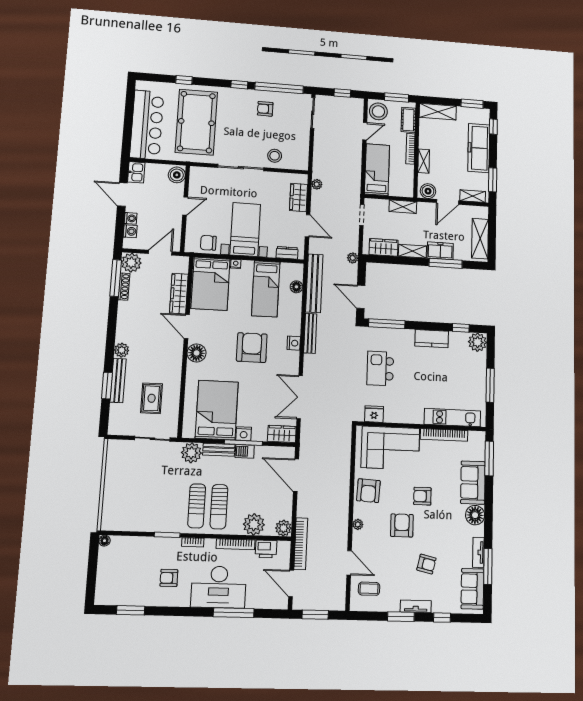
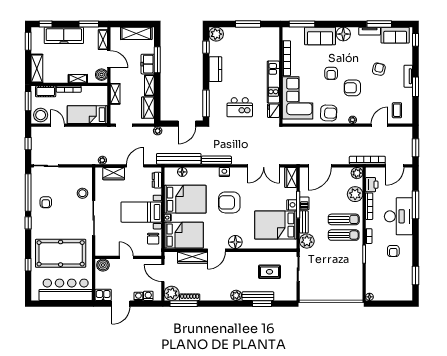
bed: (266, 289) -> (185, 199), width x1.50
kitchen unit: (452, 418) -> (273, 82), moved
window: (442, 618) -> (416, 40), moved

